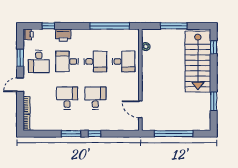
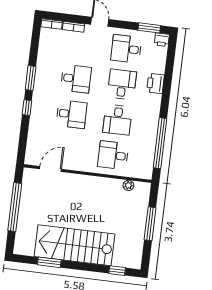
window: (48, 26) -> (169, 66), removed
window: (20, 58) -> (149, 28), moved
desk: (124, 61) -> (113, 155), turned 90
stairs: (198, 62) -> (74, 245), moved

